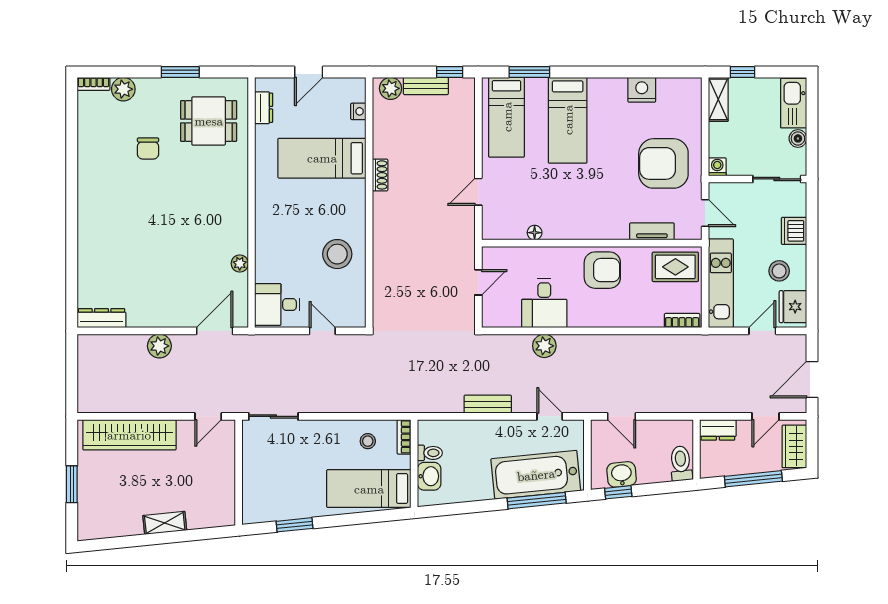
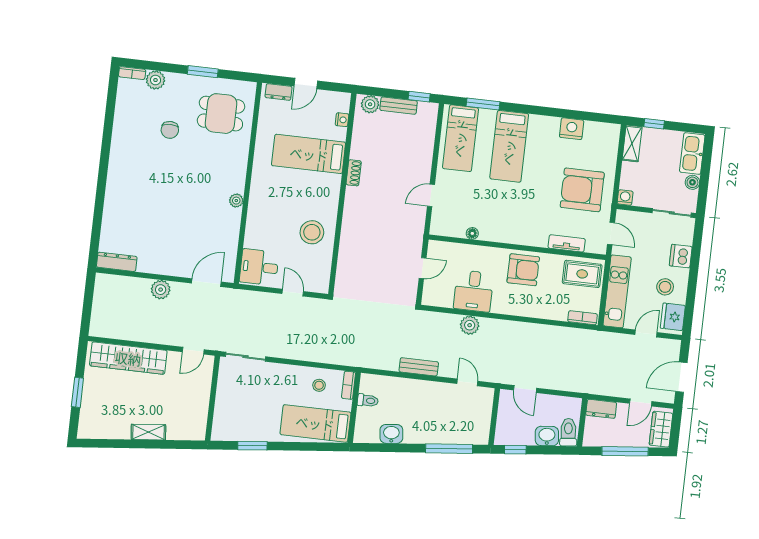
dresser: (264, 108) -> (279, 92), moved, turned 90
plant: (240, 263) -> (236, 201), moved
washbasin: (622, 474) -> (547, 436), moved
bathtub: (536, 475) -> (451, 428), removed
washbasin: (429, 476) -> (391, 434), moved, turned -96

